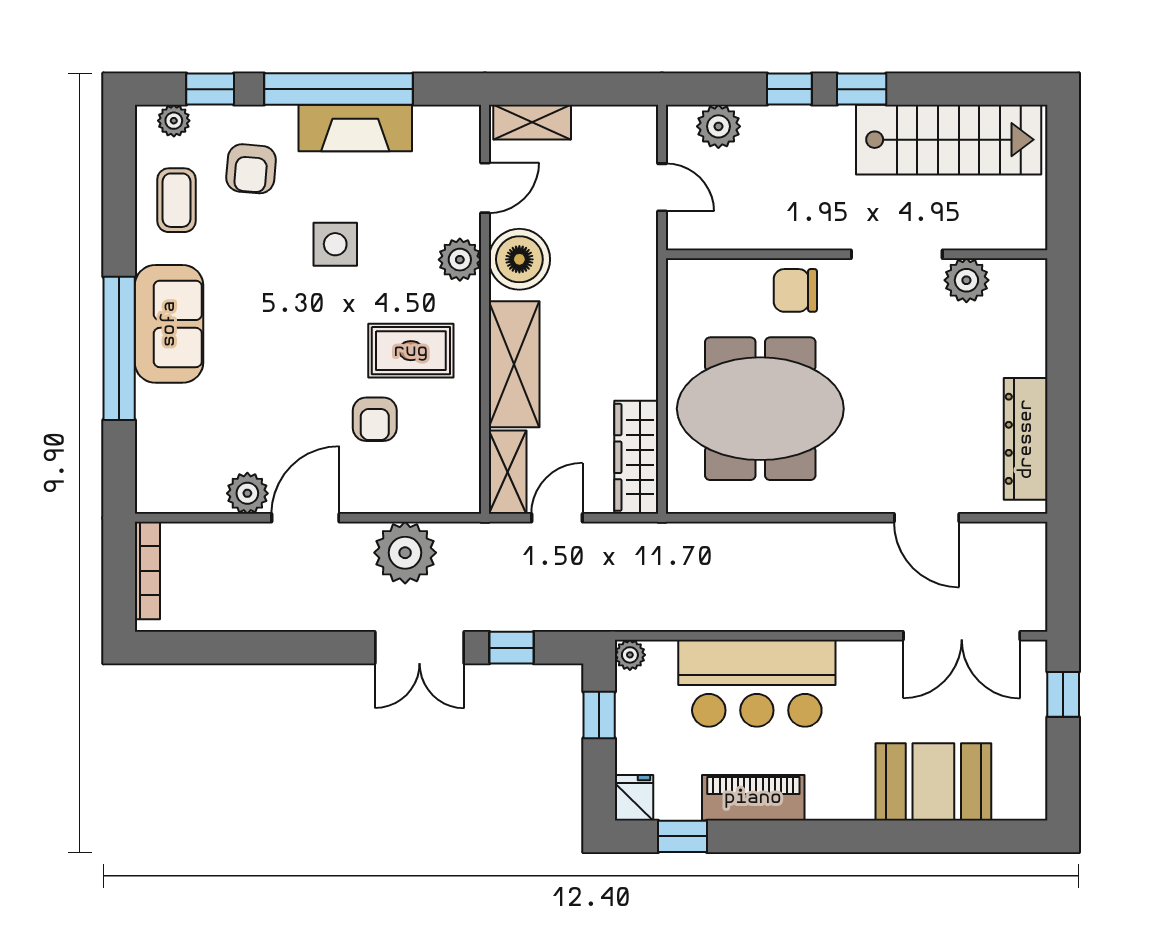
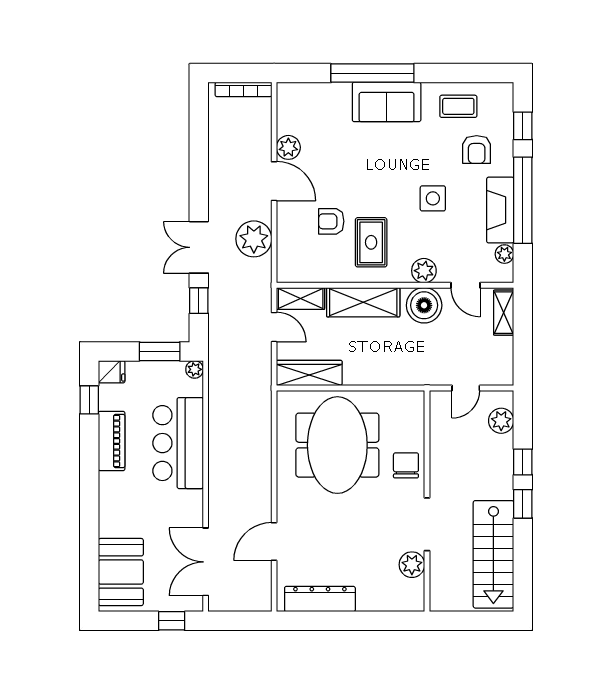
plant: (174, 121) -> (504, 254), moved
armchair: (251, 169) -> (477, 150), turned -95
window: (599, 715) -> (160, 351), width x1.50
booth: (933, 782) -> (121, 572), moved

